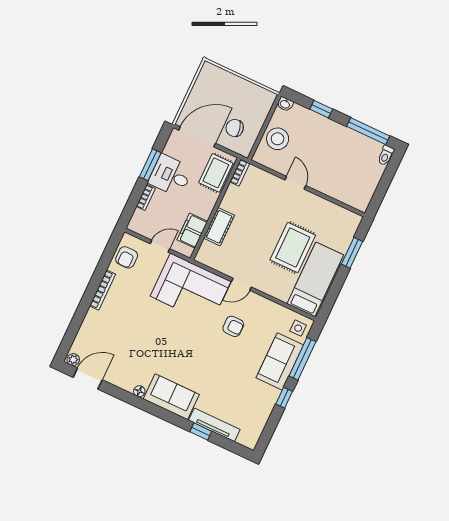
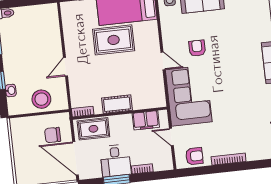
washbasin: (285, 104) -> (11, 90), moved
chair: (235, 128) -> (53, 135), turned 102
cot: (219, 227) -> (117, 104), moved

